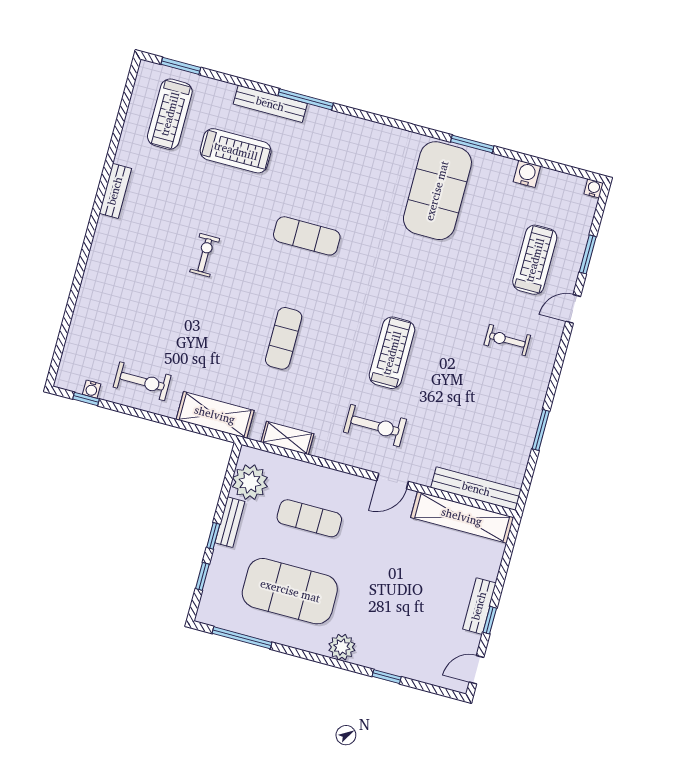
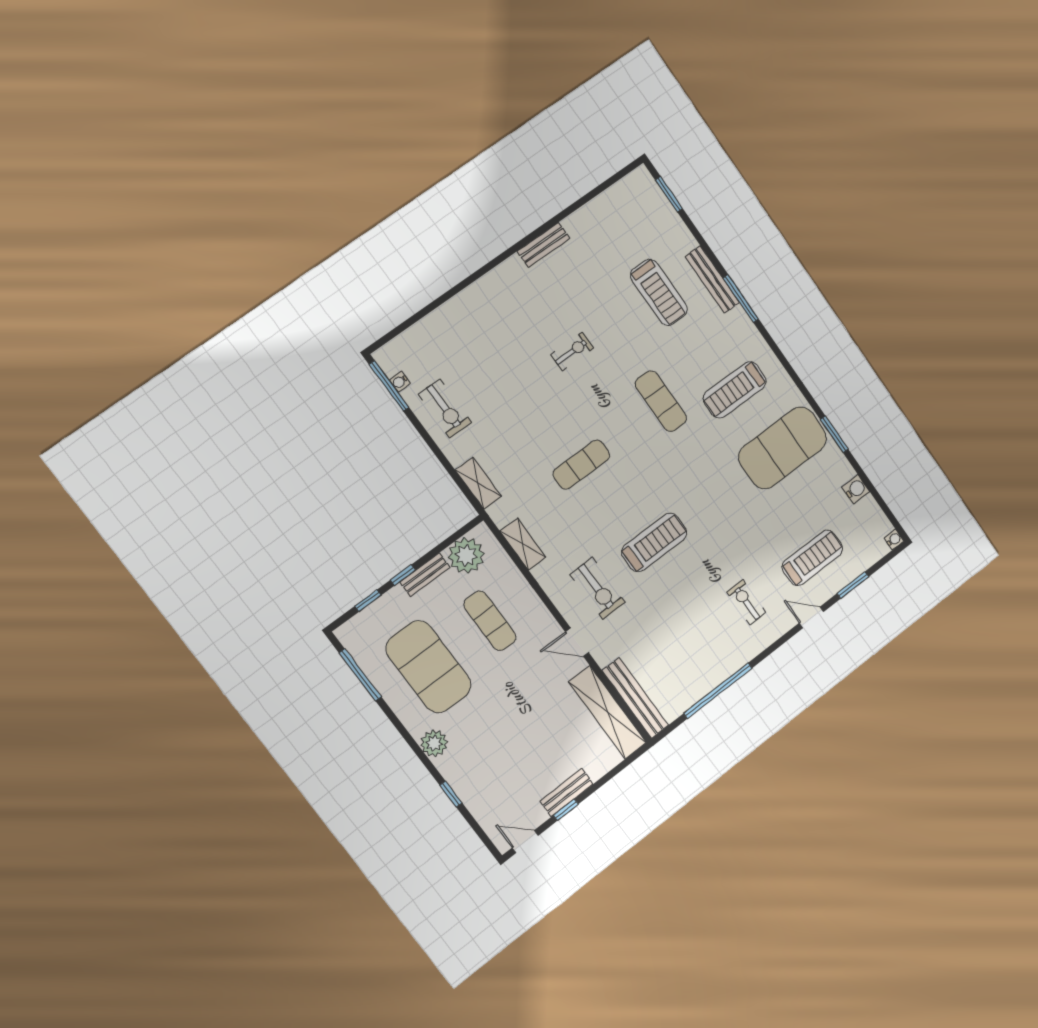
treadmill: (170, 114) -> (735, 390), moved
window: (86, 399) -> (389, 386), width x2.17
shelving: (215, 415) -> (478, 483), width x0.67, depth x0.75
window: (541, 430) -> (718, 691), width x2.11

